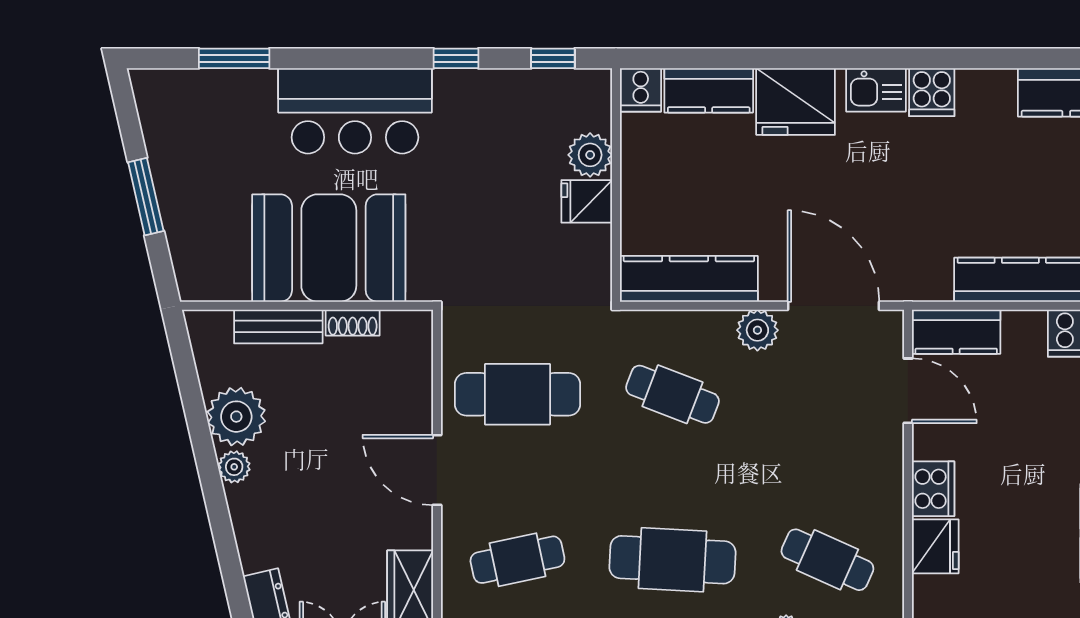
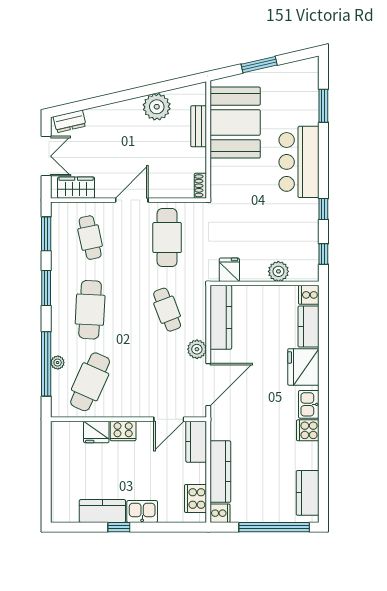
fridge: (587, 201) -> (229, 270), moved
booth: (329, 248) -> (235, 123), moved
shoe rack: (353, 323) -> (200, 186), moved
cafe table: (672, 394) -> (167, 310), turned -42
plant: (234, 467) -> (133, 106), removed
cafe table: (827, 560) -> (90, 382), width x1.37, depth x1.35

